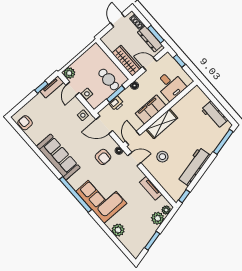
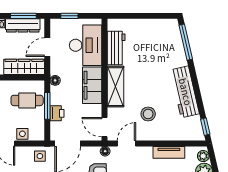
desk: (170, 85) -> (86, 45), width x1.37
workbench: (214, 115) -> (116, 48), moved, turned -90

